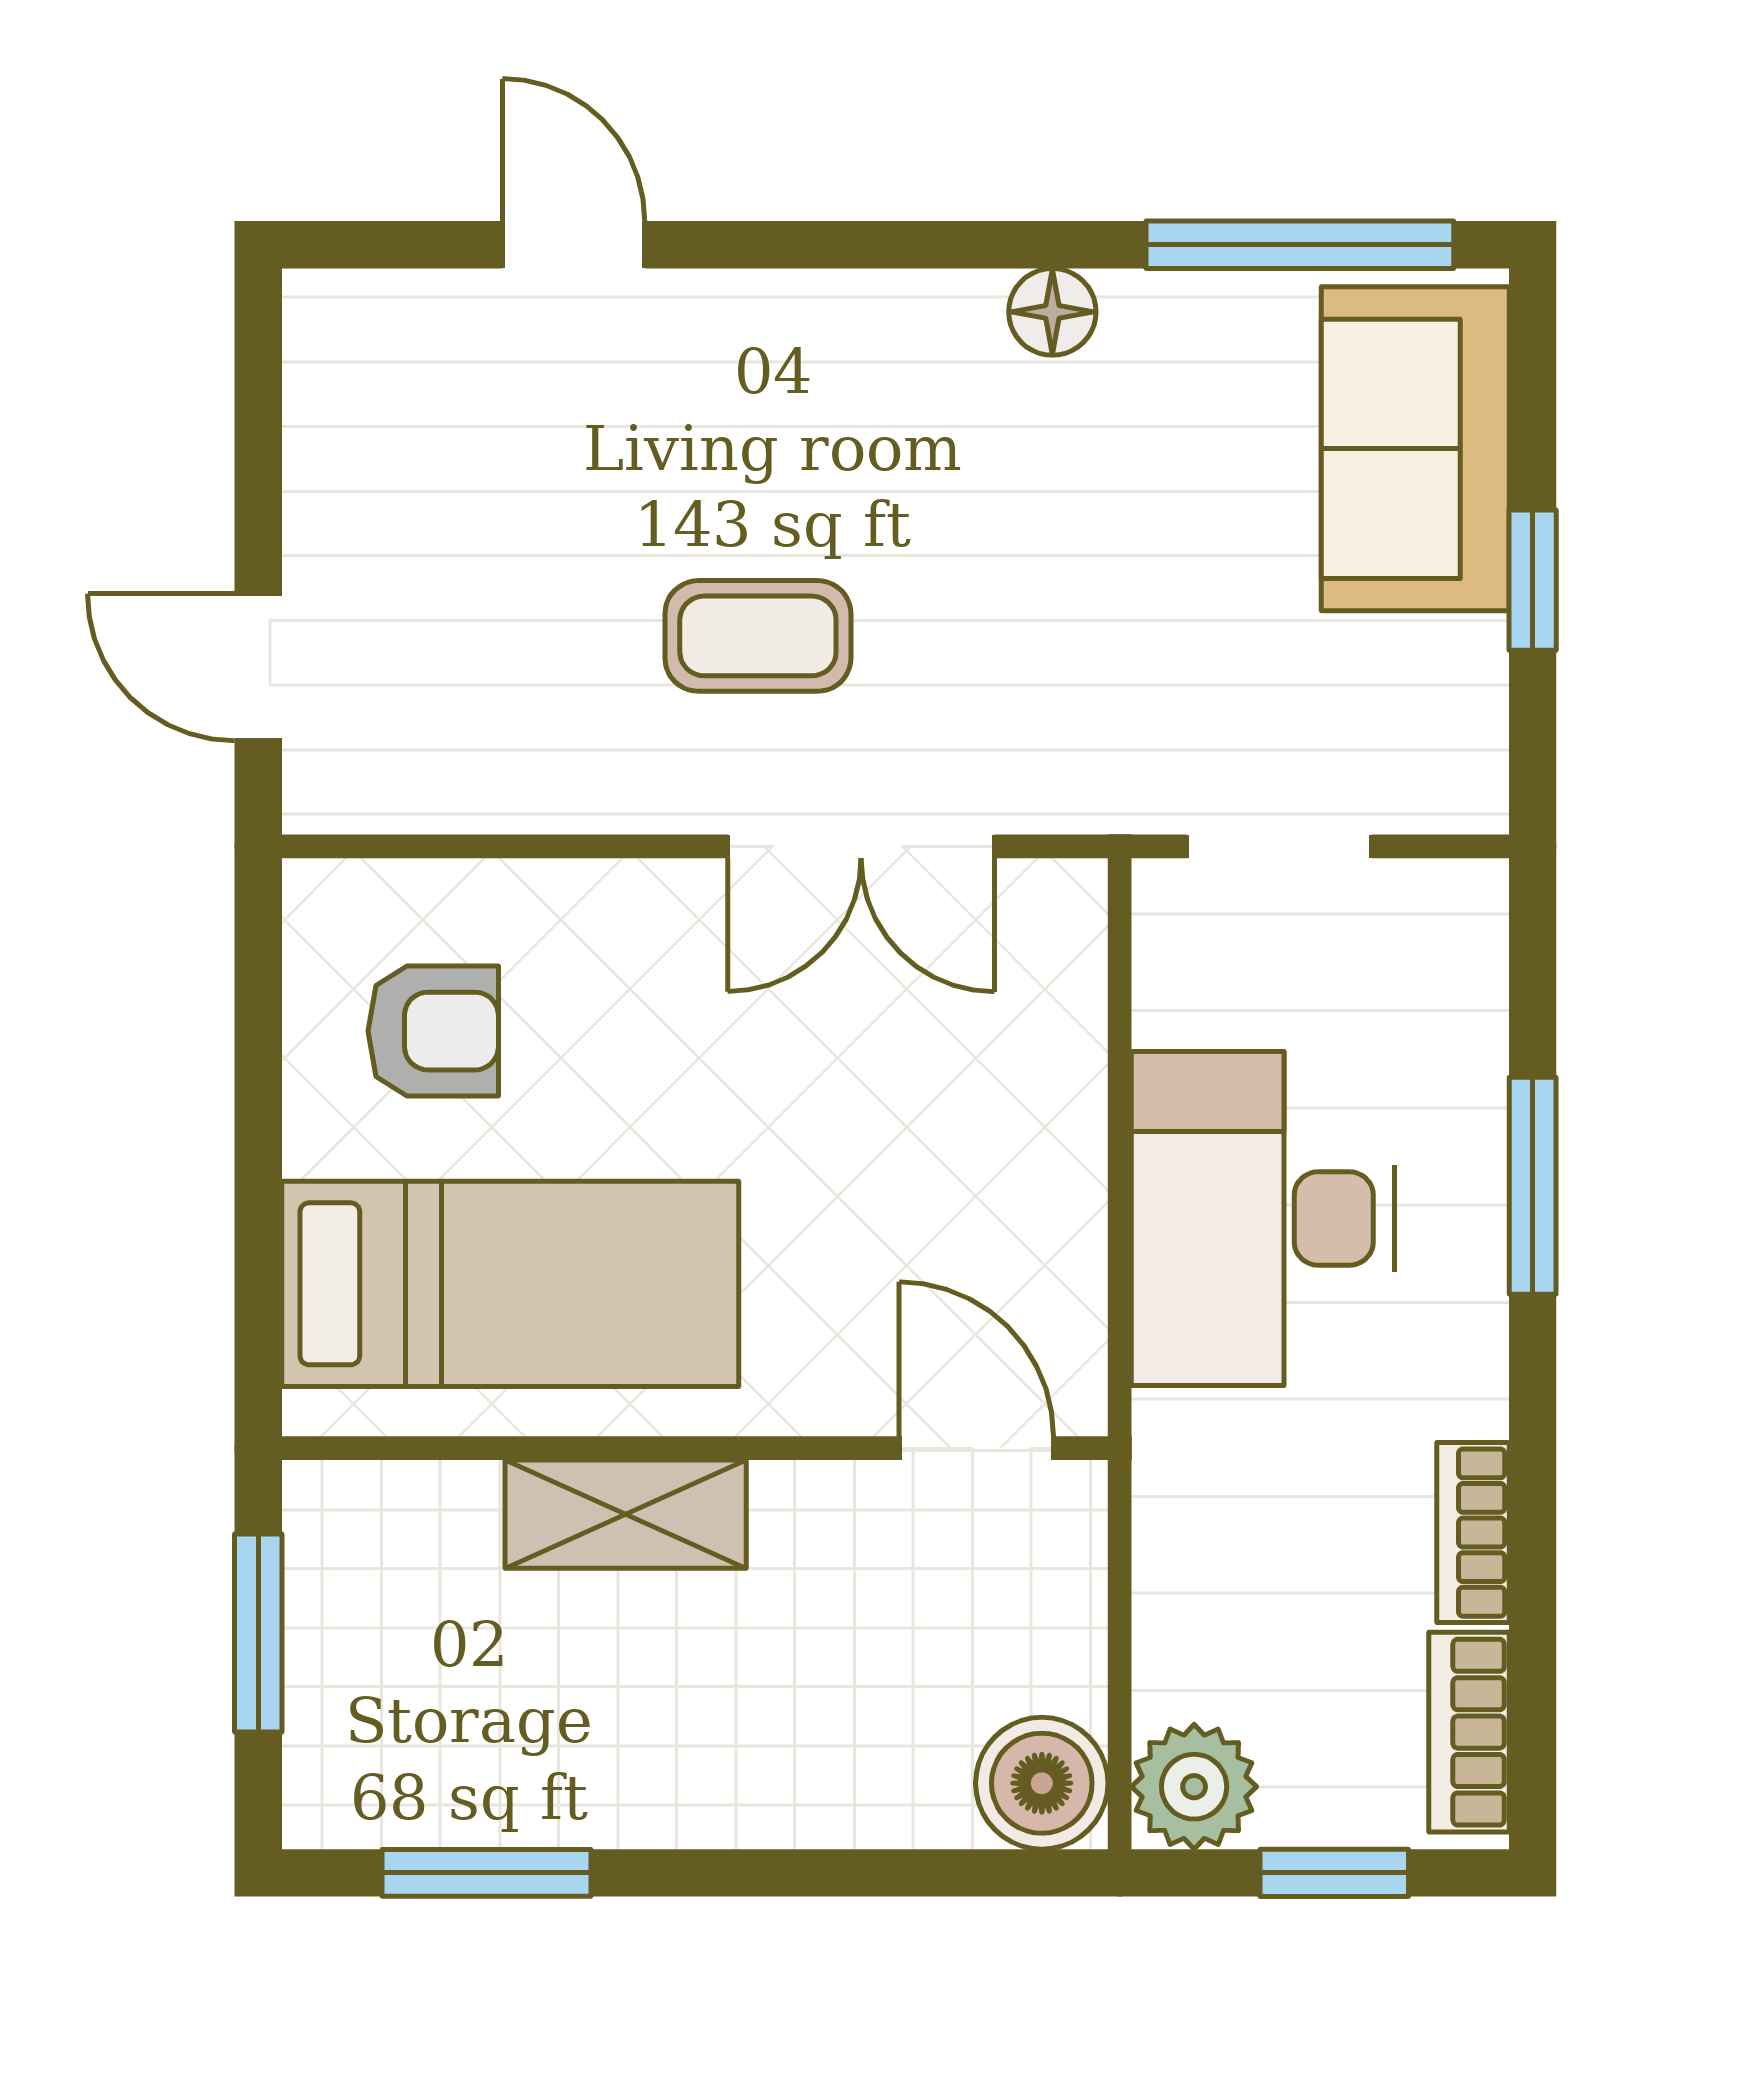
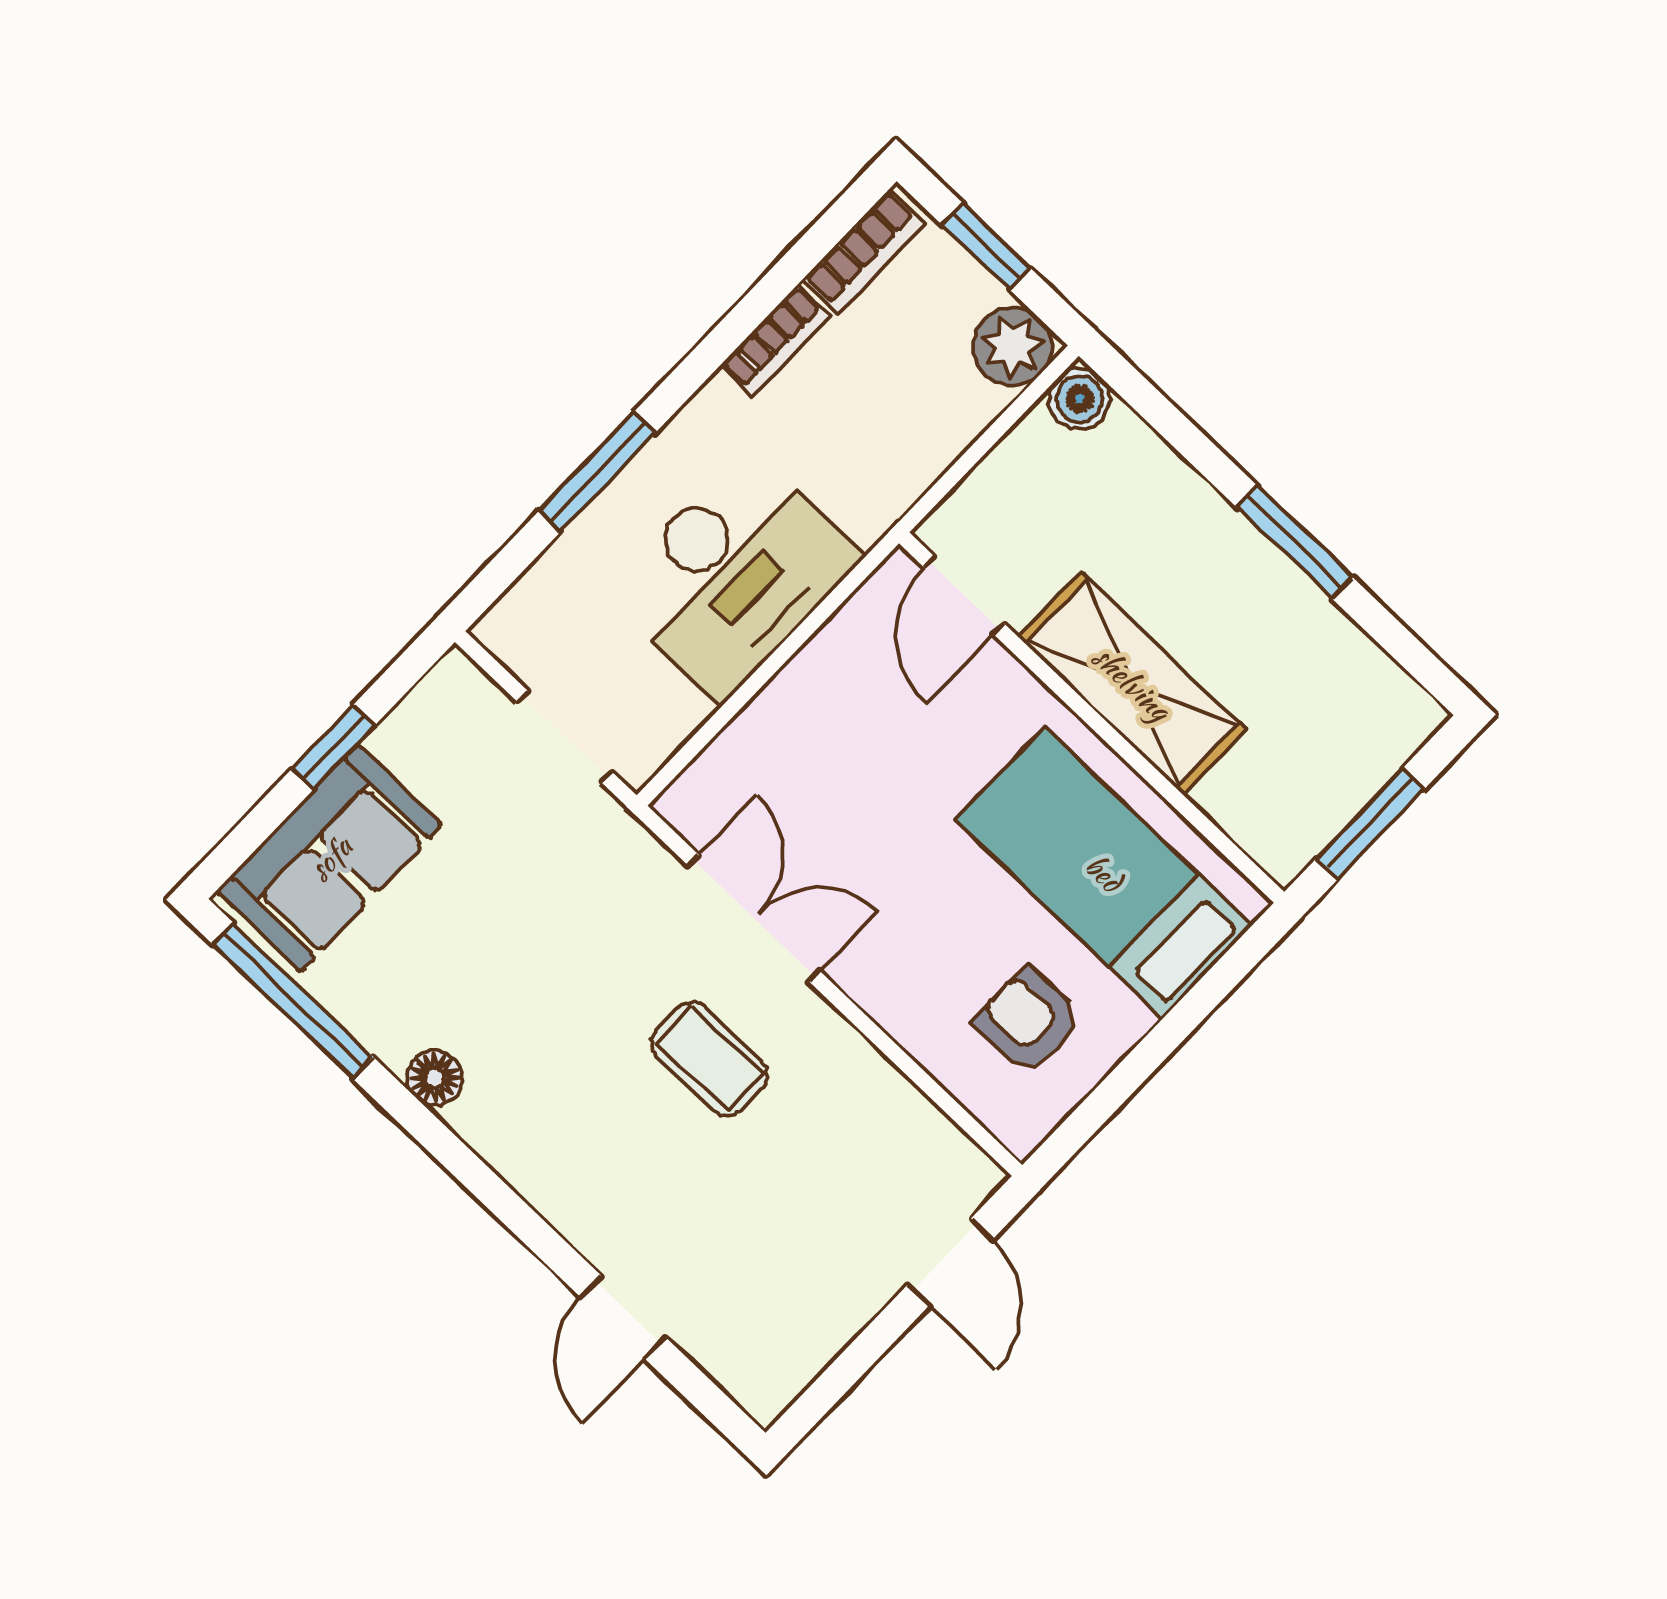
shelving: (626, 1514) -> (1132, 683), width x1.50, depth x1.33
boiler: (1042, 1783) -> (1080, 399), width x0.73, depth x0.73
window: (486, 1873) -> (1295, 542), moved

